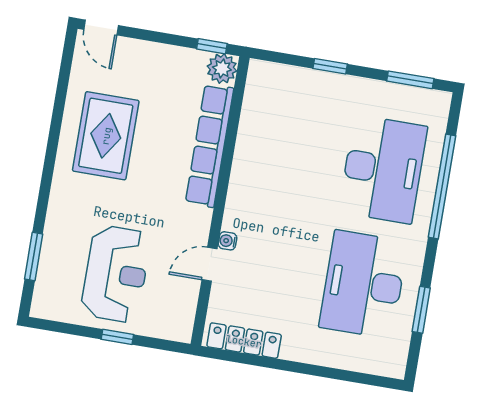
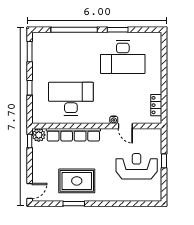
desk: (383, 169) -> (71, 99), moved
window: (34, 257) -> (74, 204), moved
window: (421, 310) -> (118, 30), moved
locker: (244, 341) -> (156, 105), width x0.66

